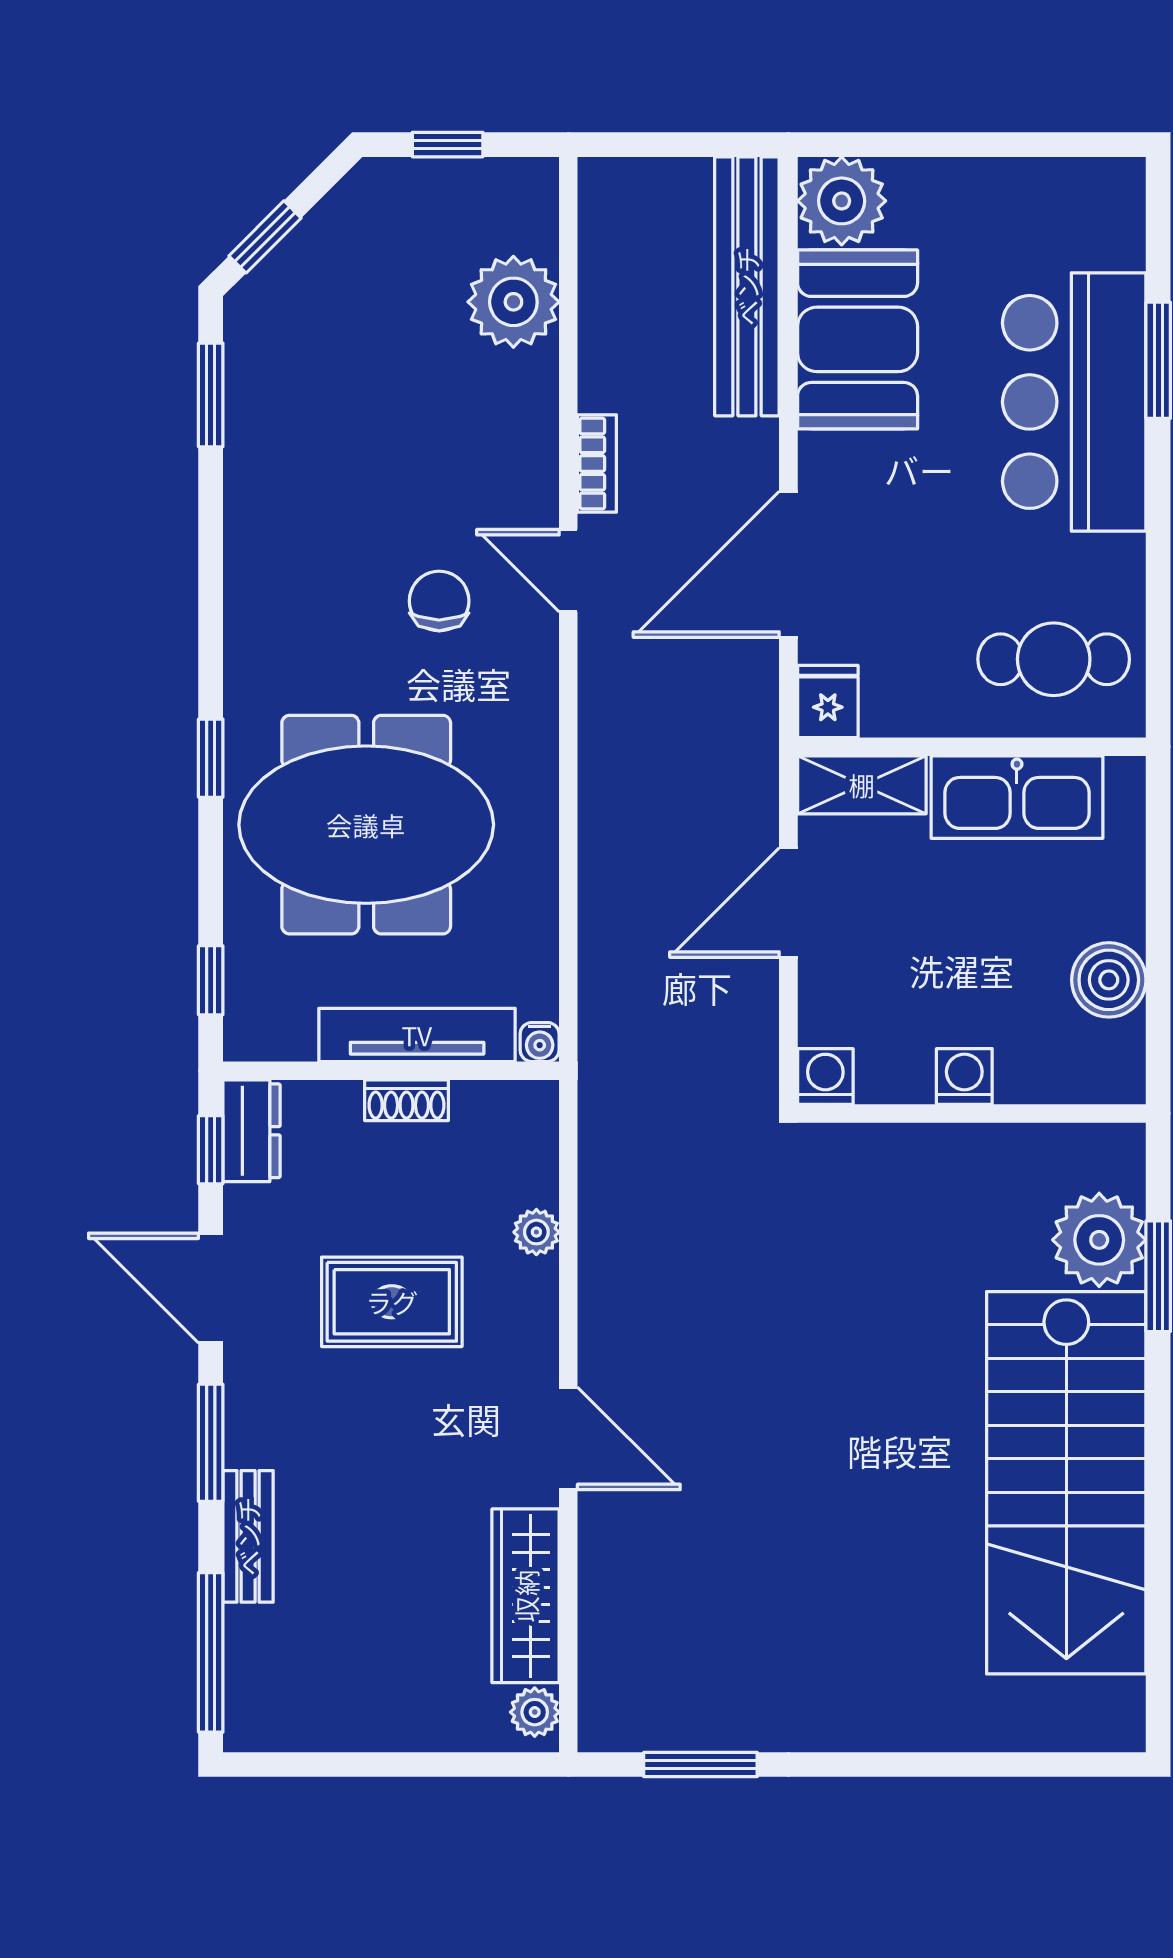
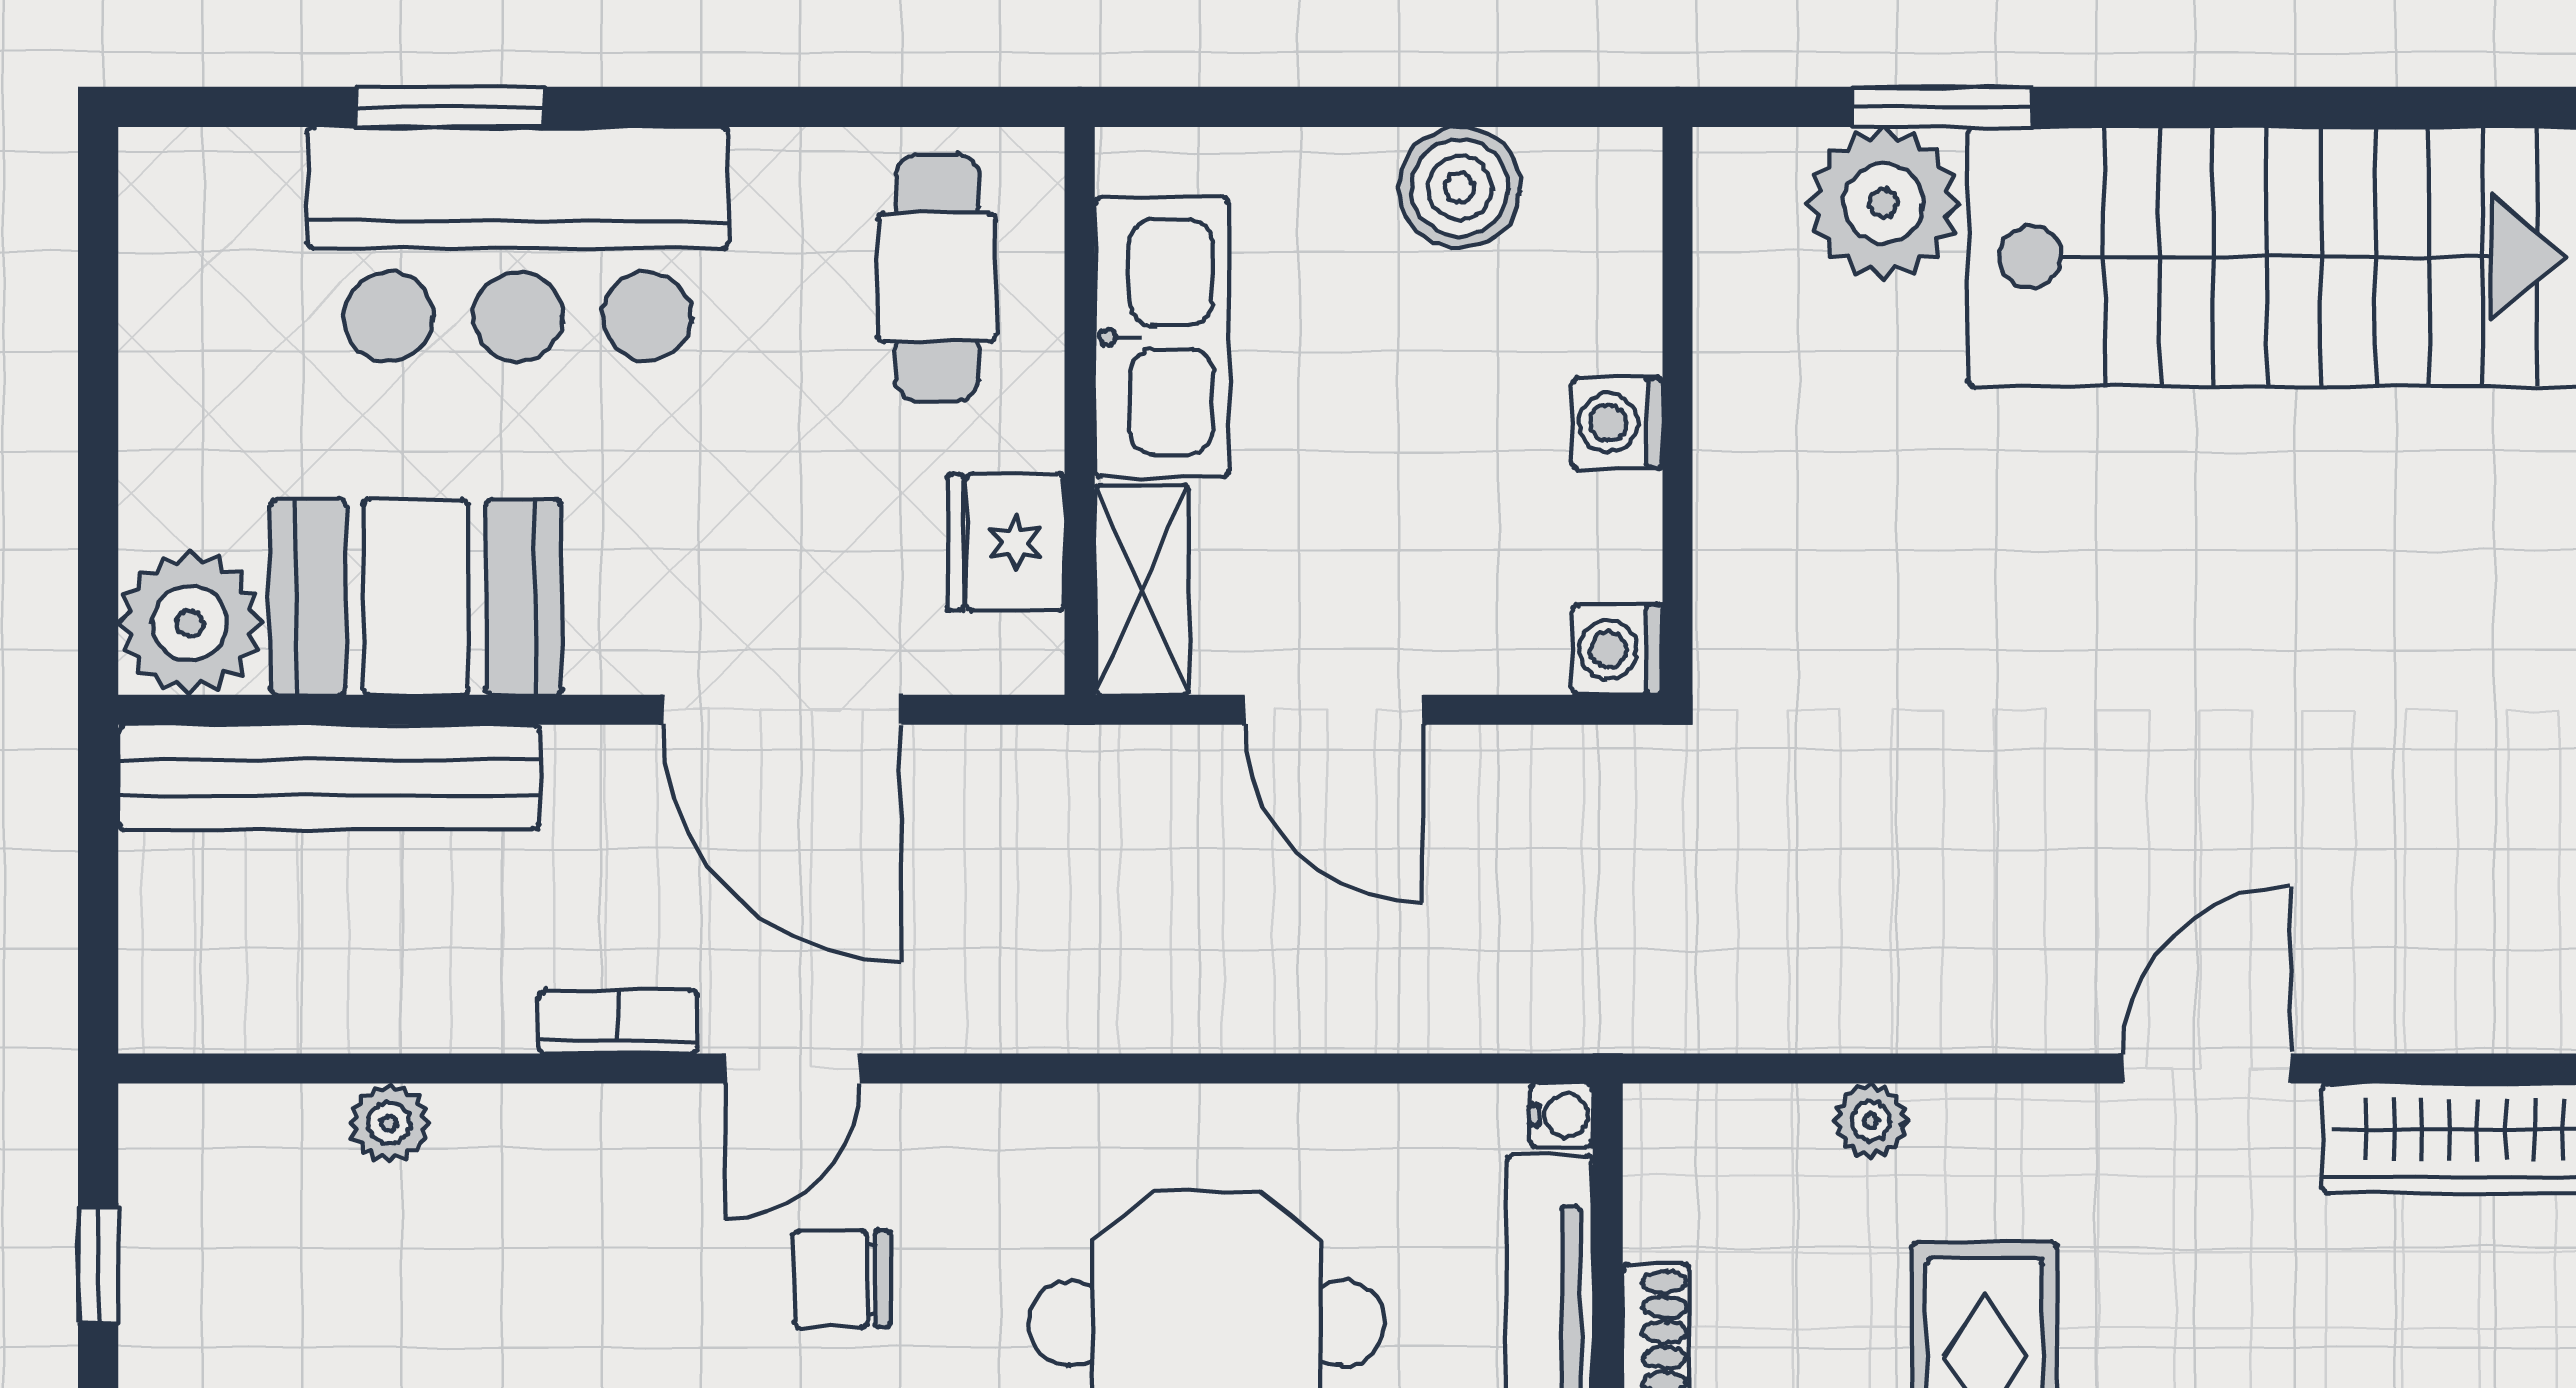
plant: (513, 302) -> (389, 1123), width x0.53, depth x0.53
fridge: (828, 701) -> (1006, 542), moved, width x1.38

